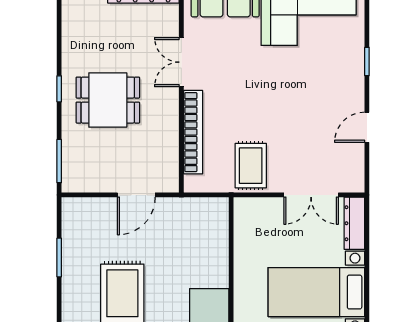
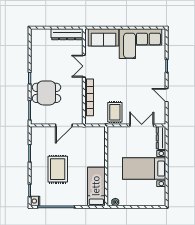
dining table: (108, 100) -> (46, 93), moved
door: (367, 127) -> (167, 95), hinge flipped
double door: (311, 195) -> (142, 125), swing flipped

